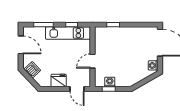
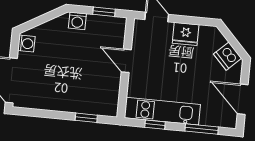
door: (93, 61) -> (126, 61), swing flipped
washing machine: (110, 82) -> (77, 21), moved

